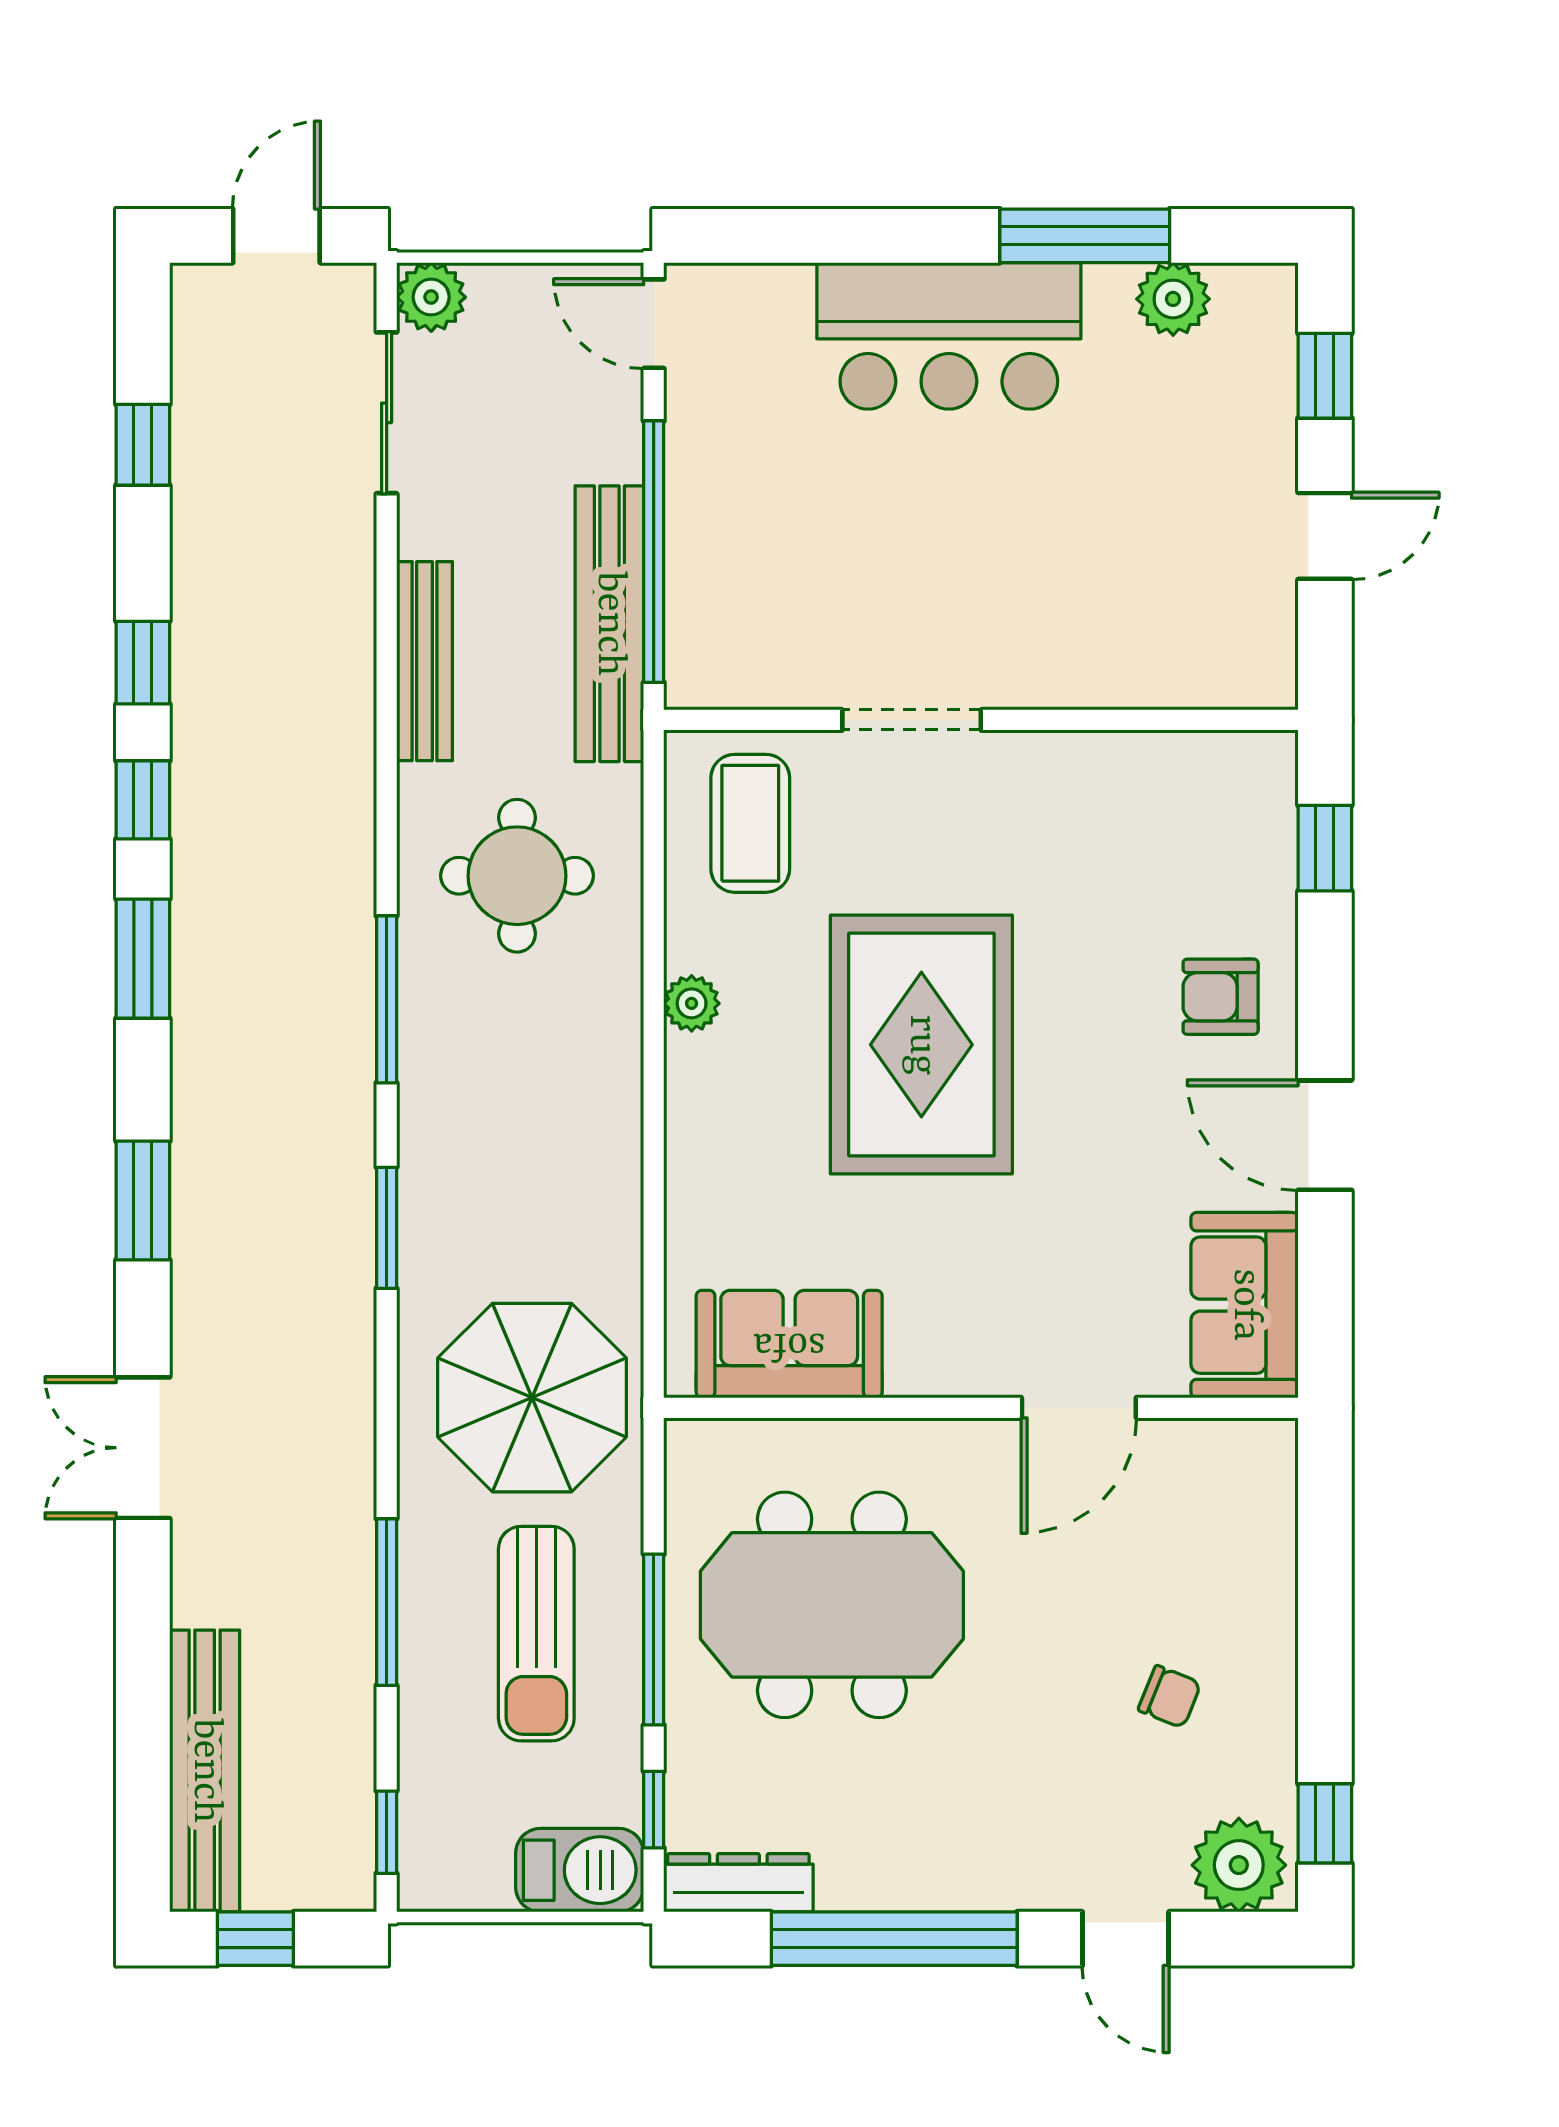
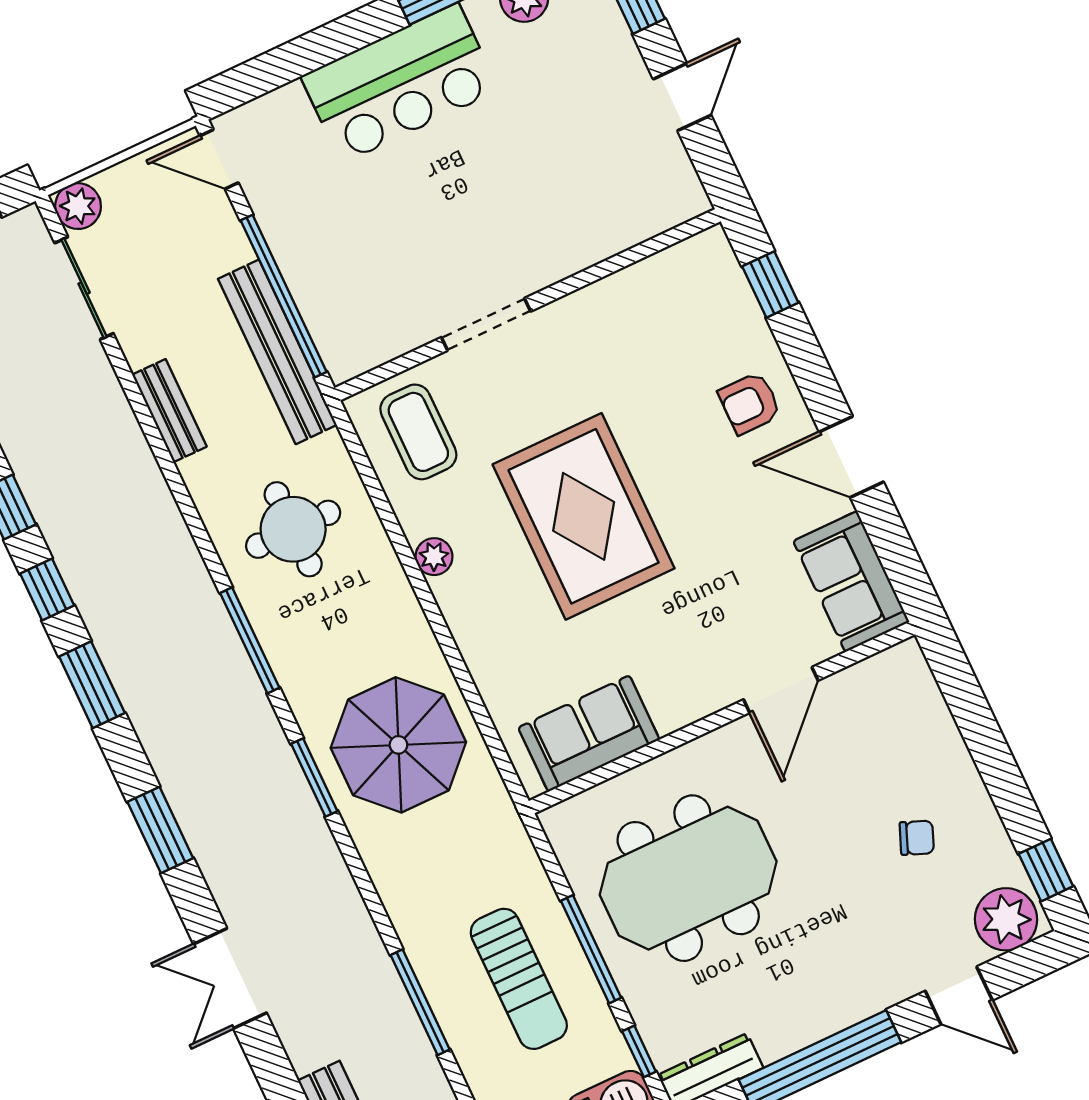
bench: (425, 661) -> (169, 411), width x0.73
parasol: (532, 1398) -> (398, 745), moved

